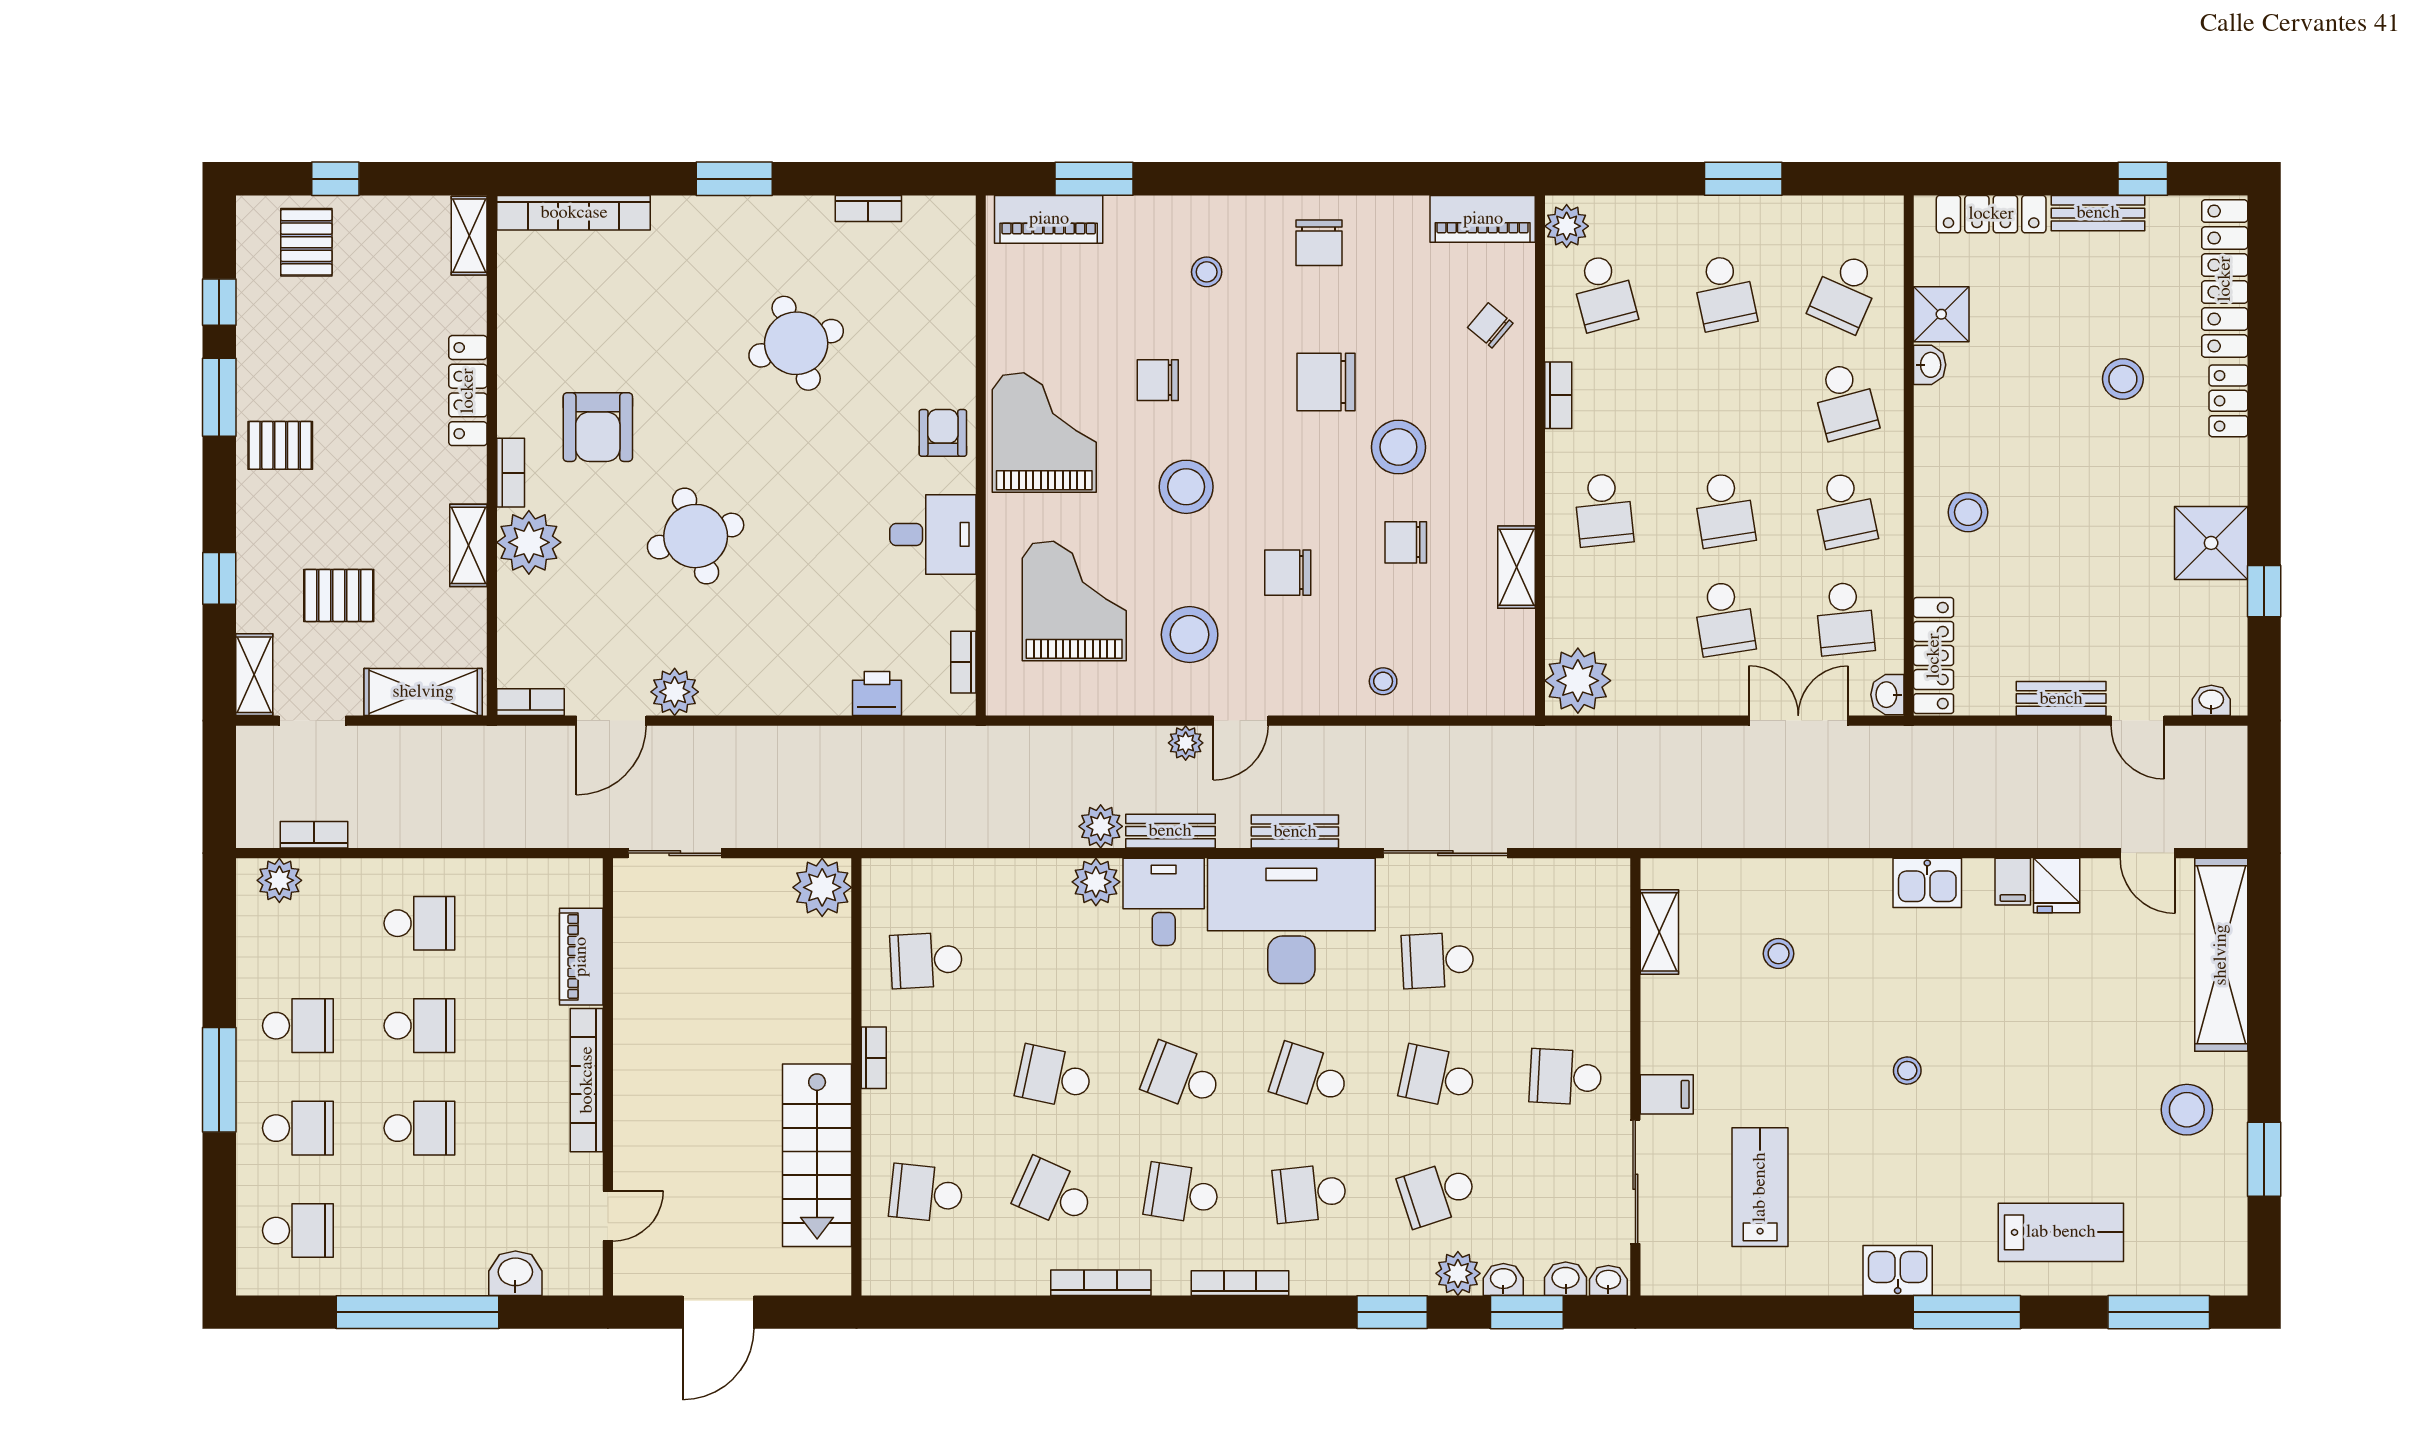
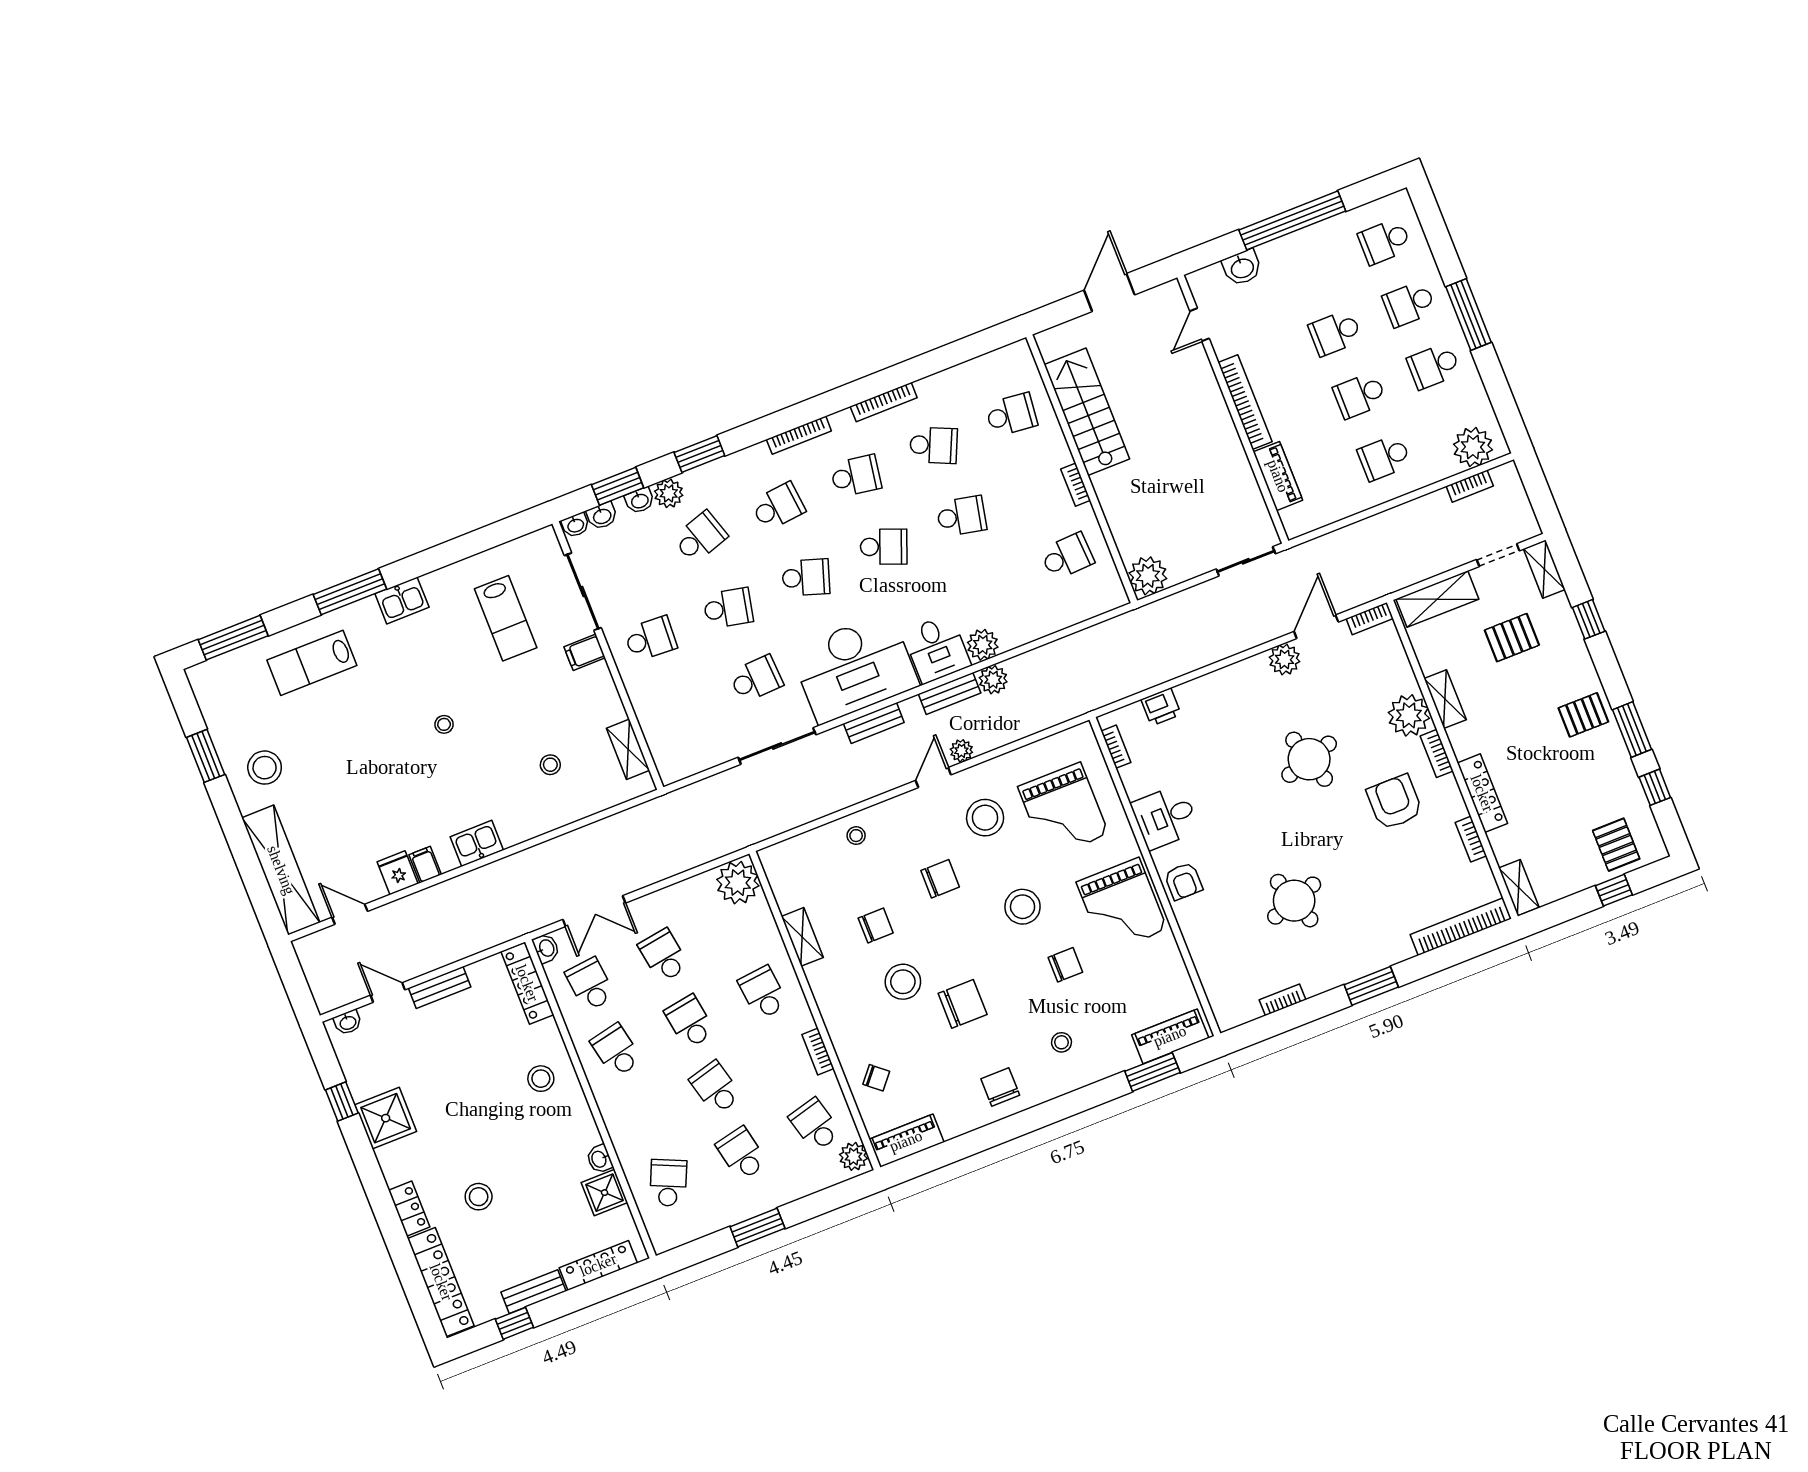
bookcase: (510, 332) -> (1471, 839), added
school desk: (1845, 401) -> (716, 1088), moved
plant: (279, 880) -> (1473, 447), width x1.36, depth x1.36

